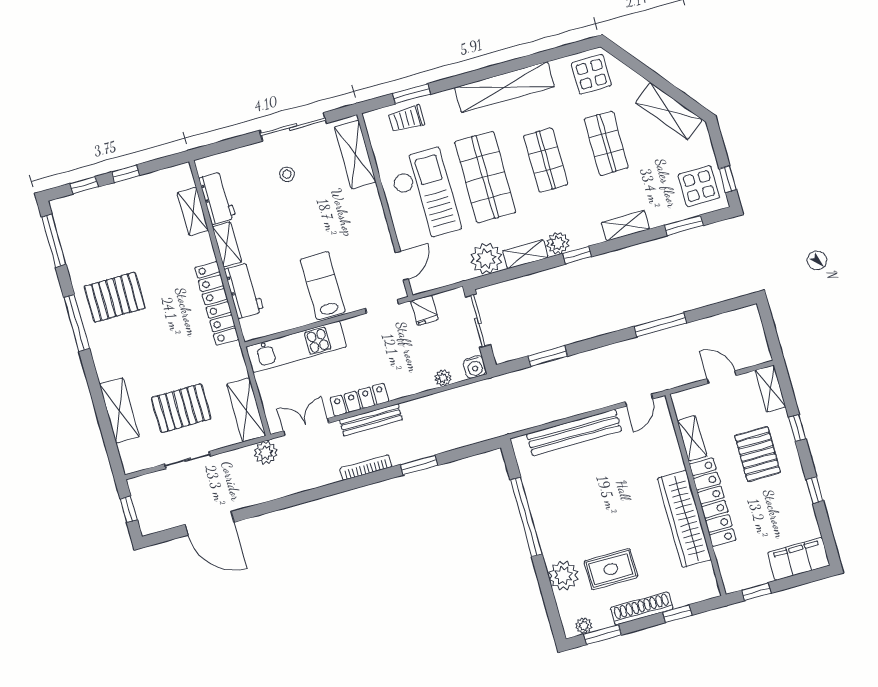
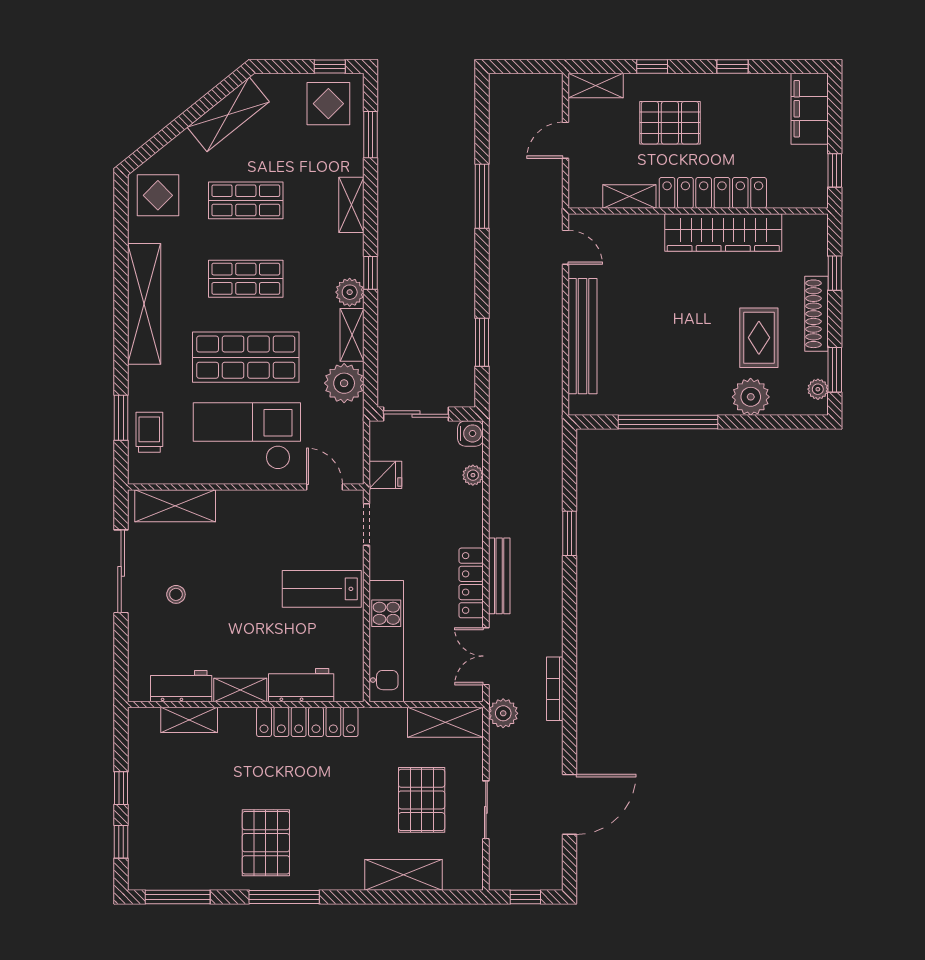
trolley: (406, 119) -> (149, 432), turned 180
bookcase: (366, 467) -> (555, 689), moved

